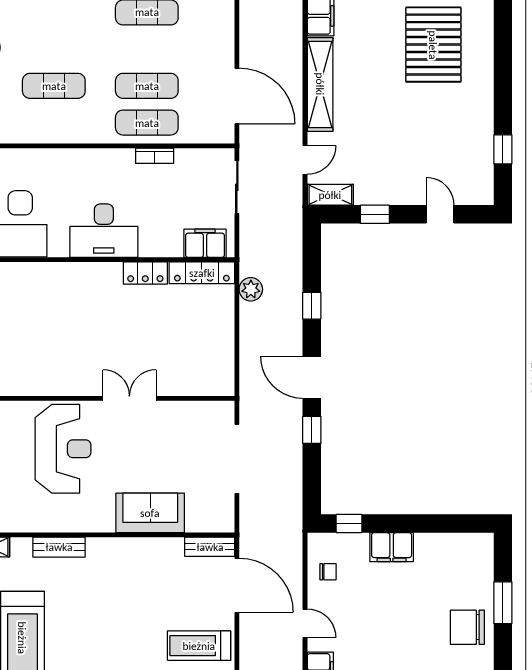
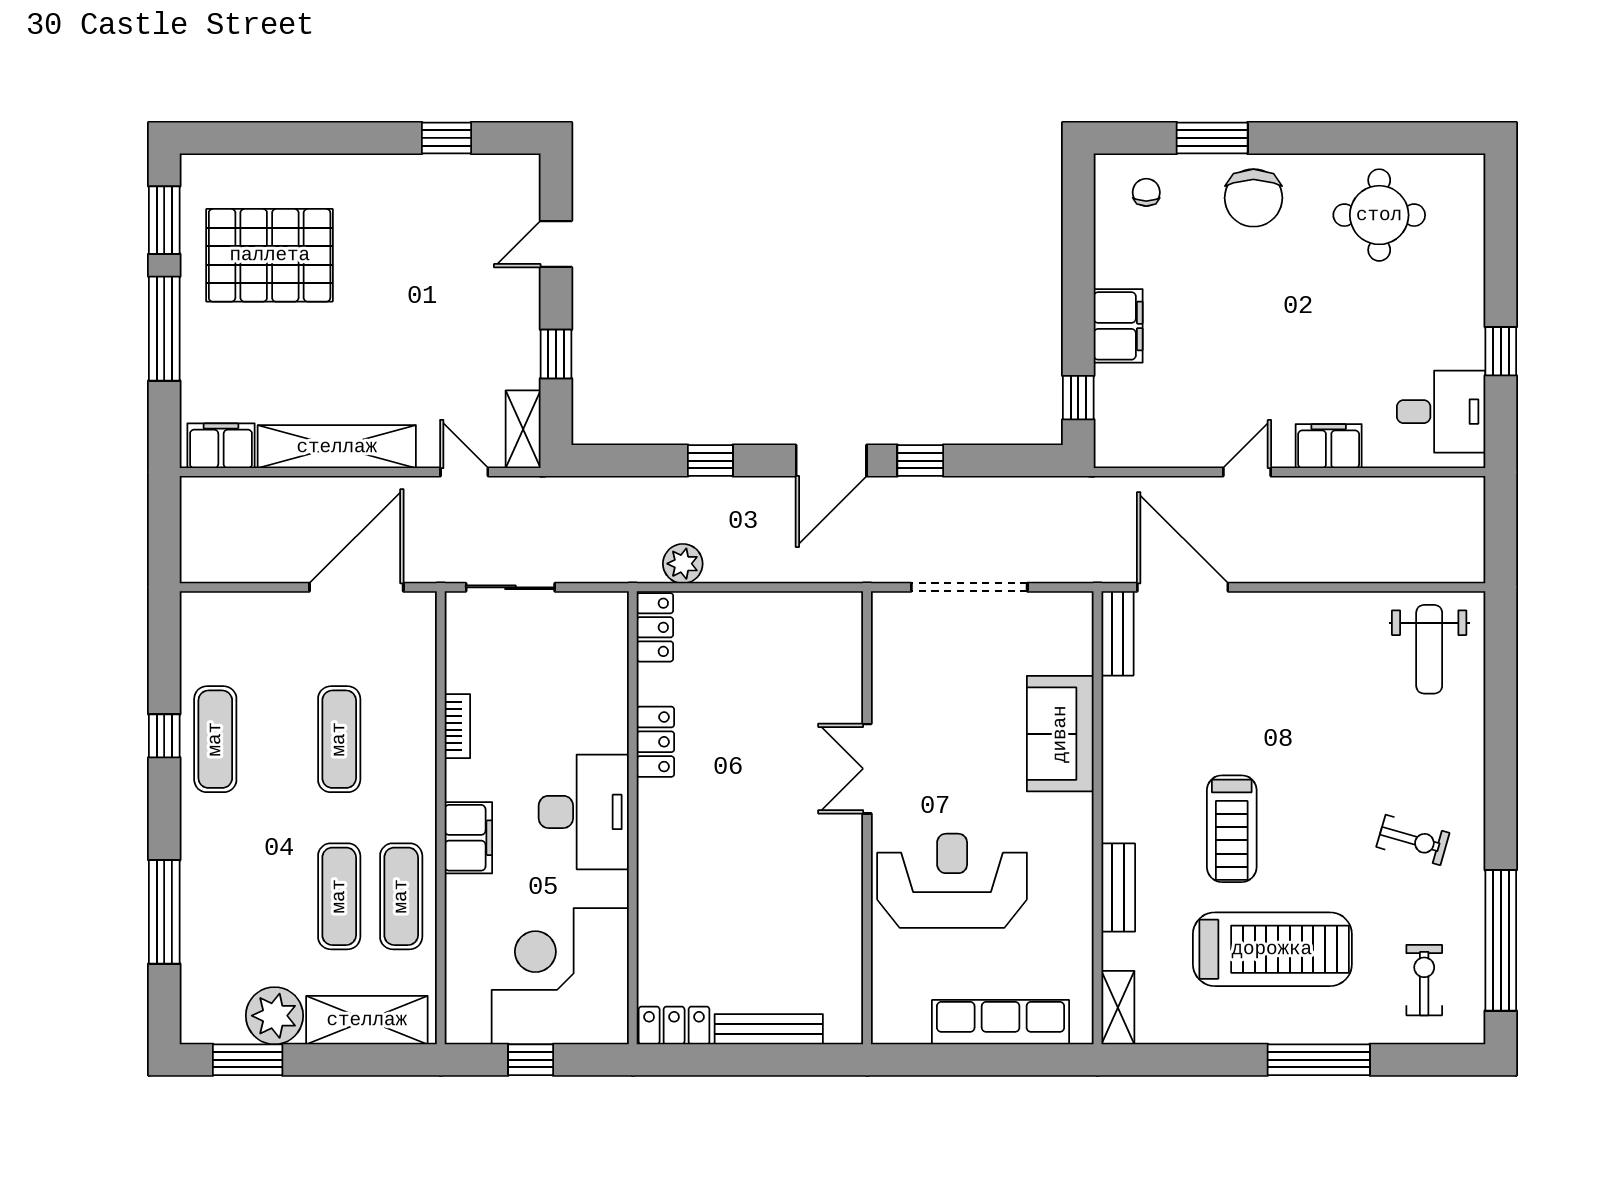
exercise mat: (147, 123) -> (401, 896), moved
filing cabinet: (205, 243) -> (468, 838), moved, turned 180
locker: (202, 273) -> (655, 627), width x0.66
chair: (328, 572) -> (1146, 192), moved
door: (237, 585) -> (1183, 587), hinge flipped
treadmill: (199, 646) -> (1232, 829), moved

